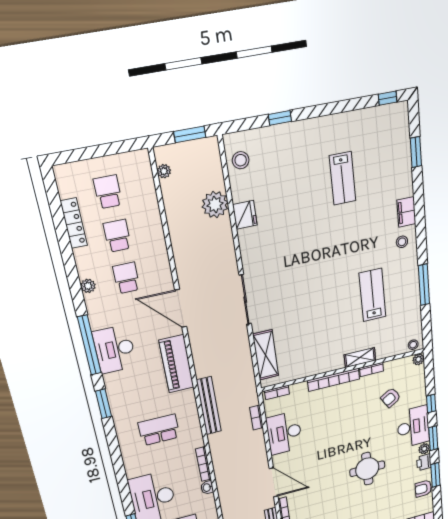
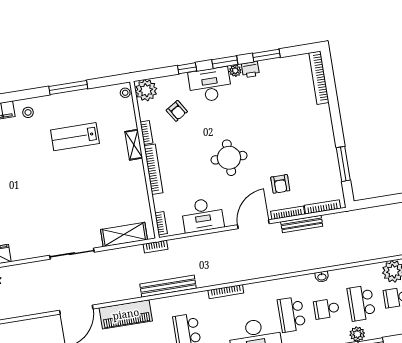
plant: (418, 359) -> (146, 90), width x1.88, depth x1.88
bookcase: (257, 418) -> (155, 247), moved
round table: (367, 469) -> (229, 158), moved
washbasin: (207, 488) -> (251, 288), removed
armchair: (423, 489) -> (280, 184), moved

